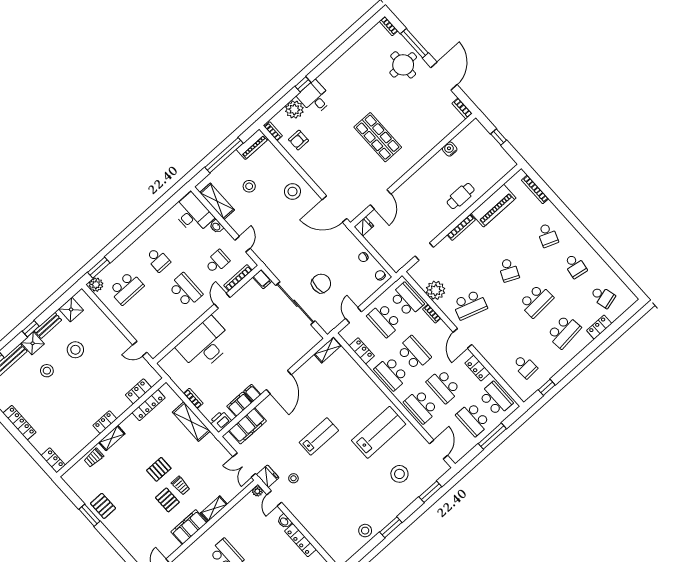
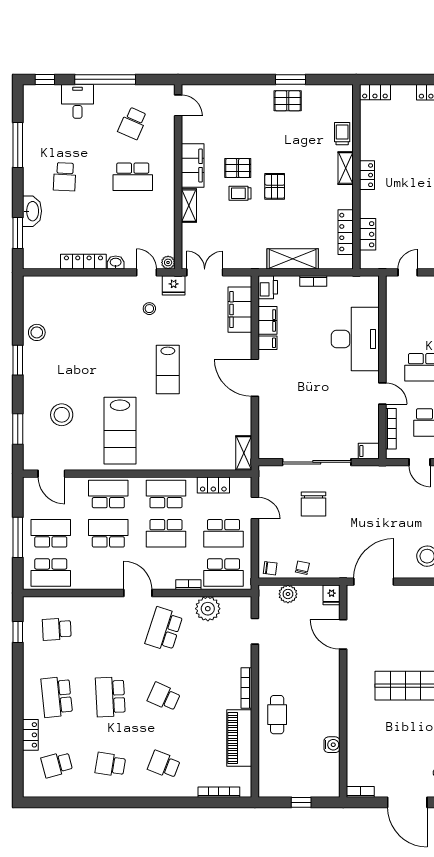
plant: (386, 252) -> (288, 594), added
school desk: (384, 320) -> (224, 533), turned 180
locker: (477, 368) -> (96, 582), removed

